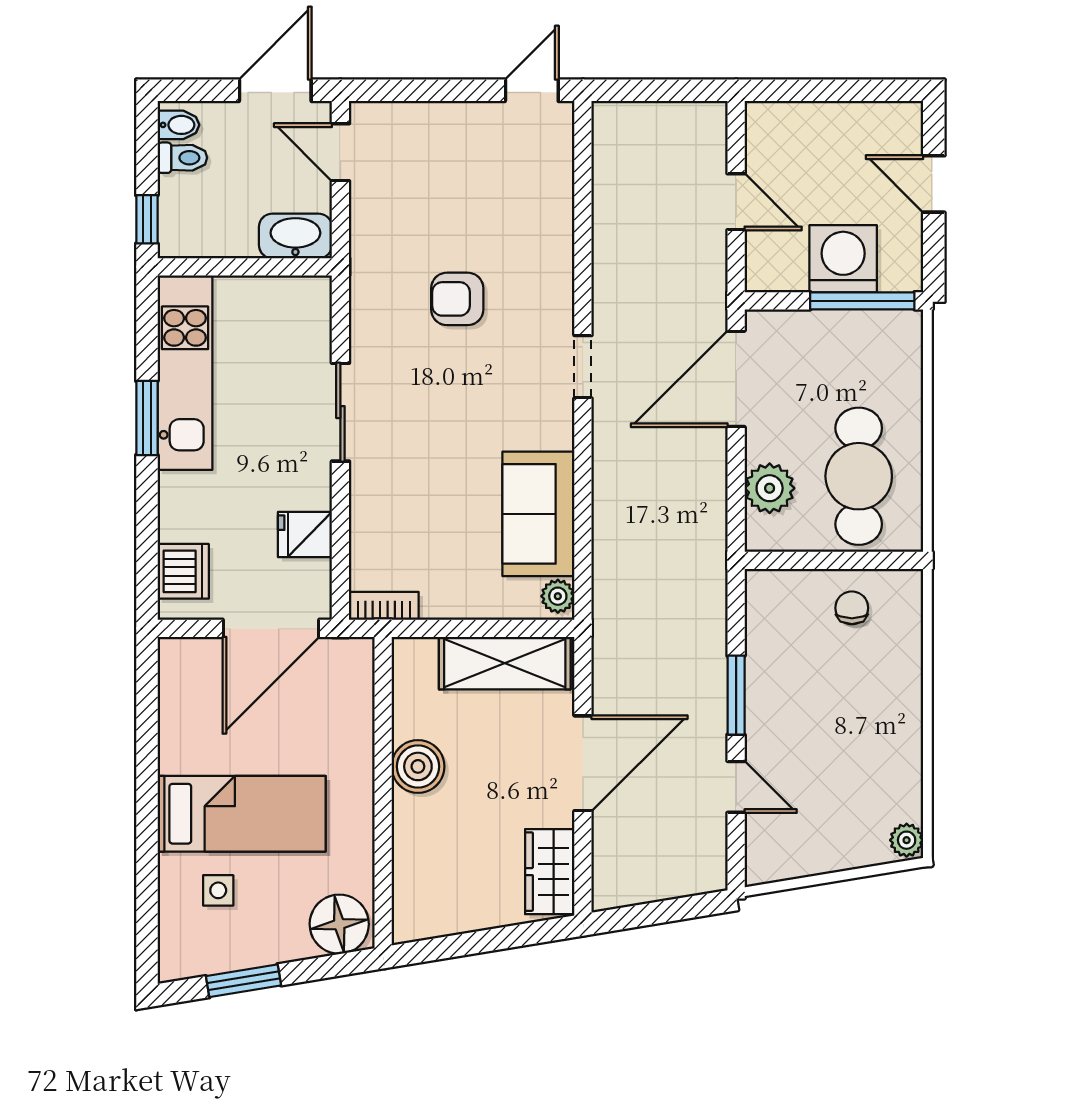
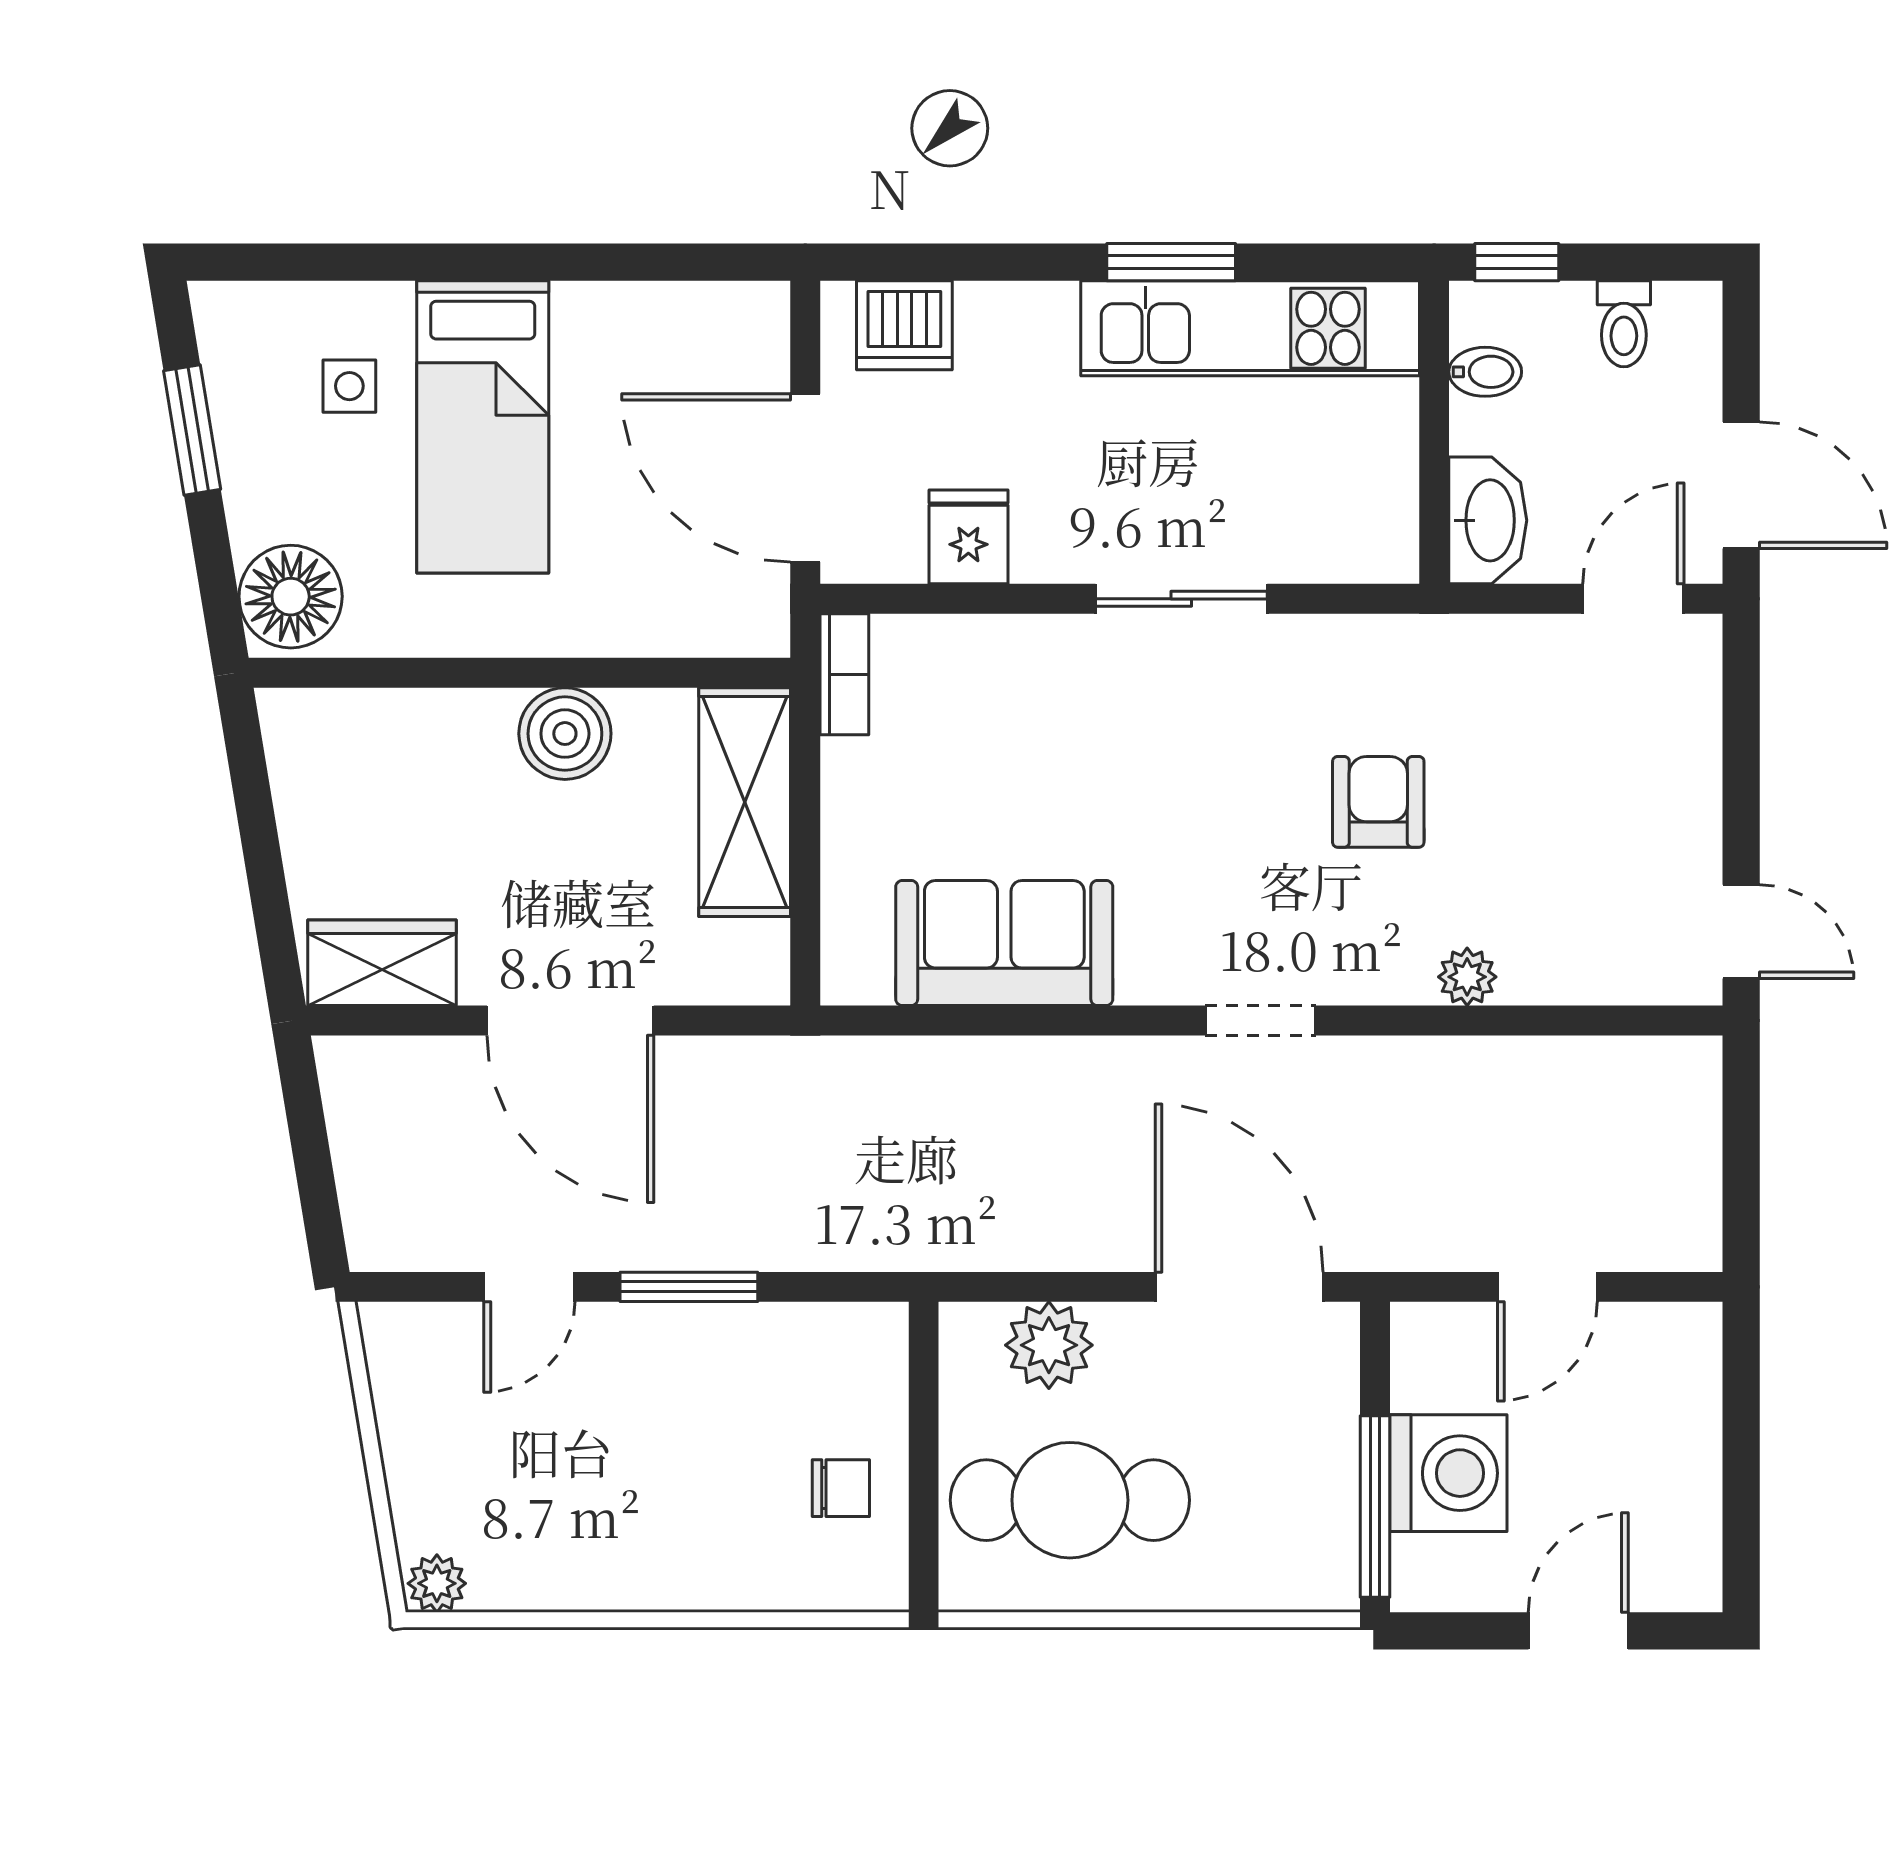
bidet: (178, 125) -> (1485, 372), moved, turned -90
plant: (558, 596) -> (1467, 977), moved
shelving: (505, 663) -> (745, 802), moved

